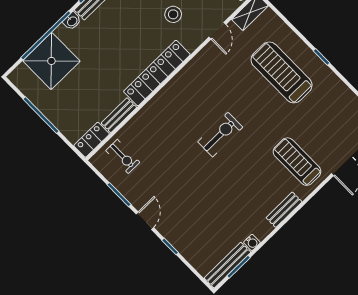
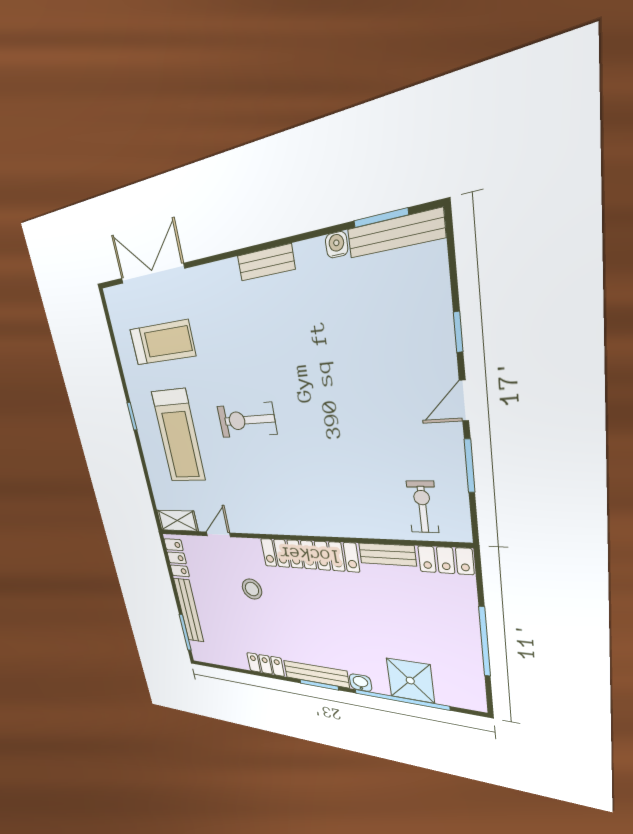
shower: (51, 61) -> (410, 681), width x0.73, depth x0.73
exercise bike: (220, 135) -> (247, 420), moved
treadmill: (297, 162) -> (162, 343), moved, turned -90

